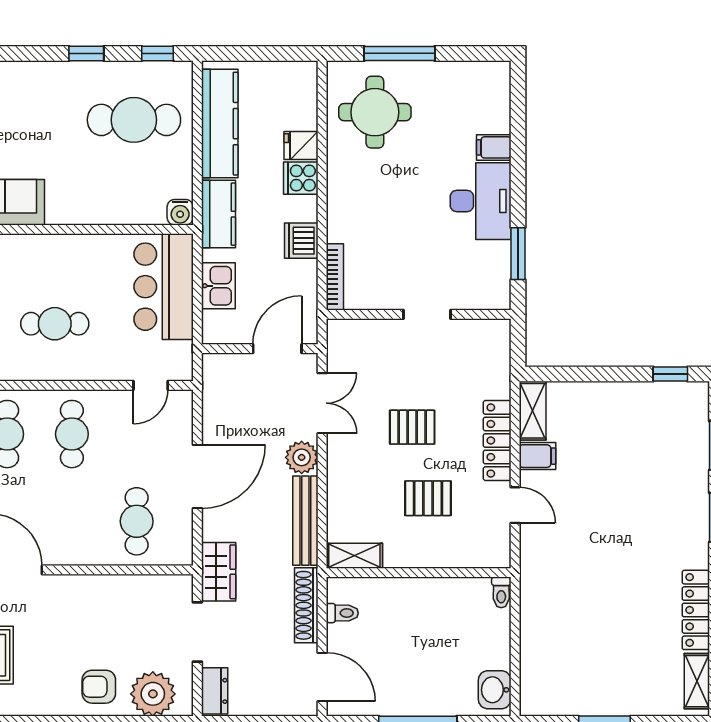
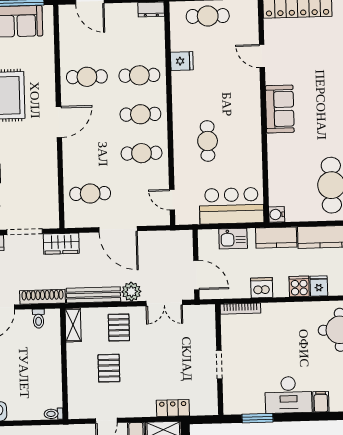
pallet: (412, 427) -> (119, 327), moved
locker: (497, 441) -> (173, 408), moved, width x0.66

